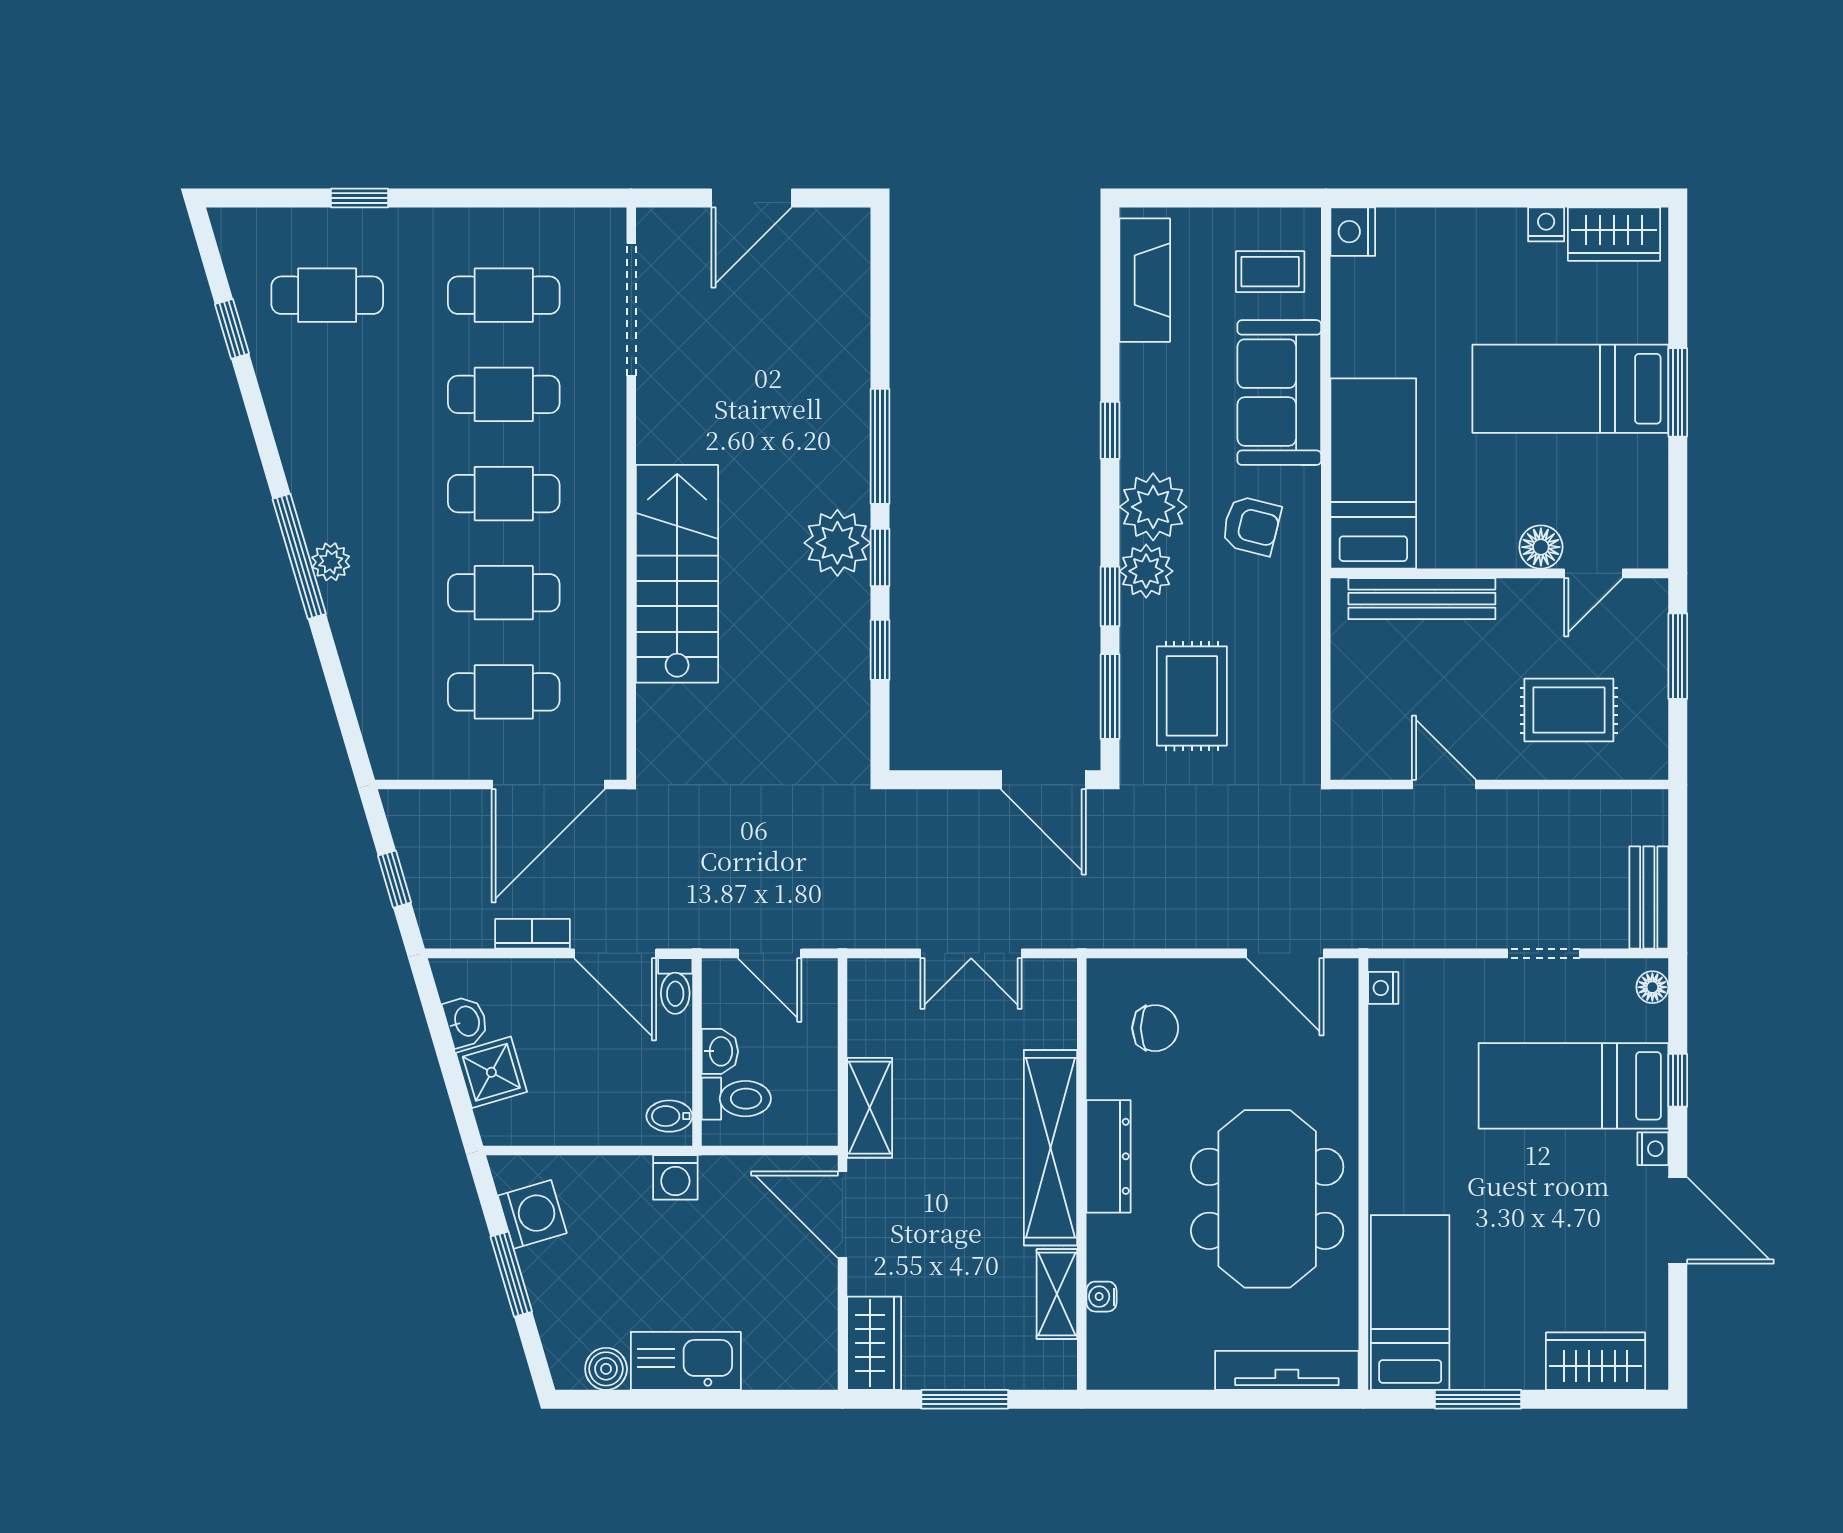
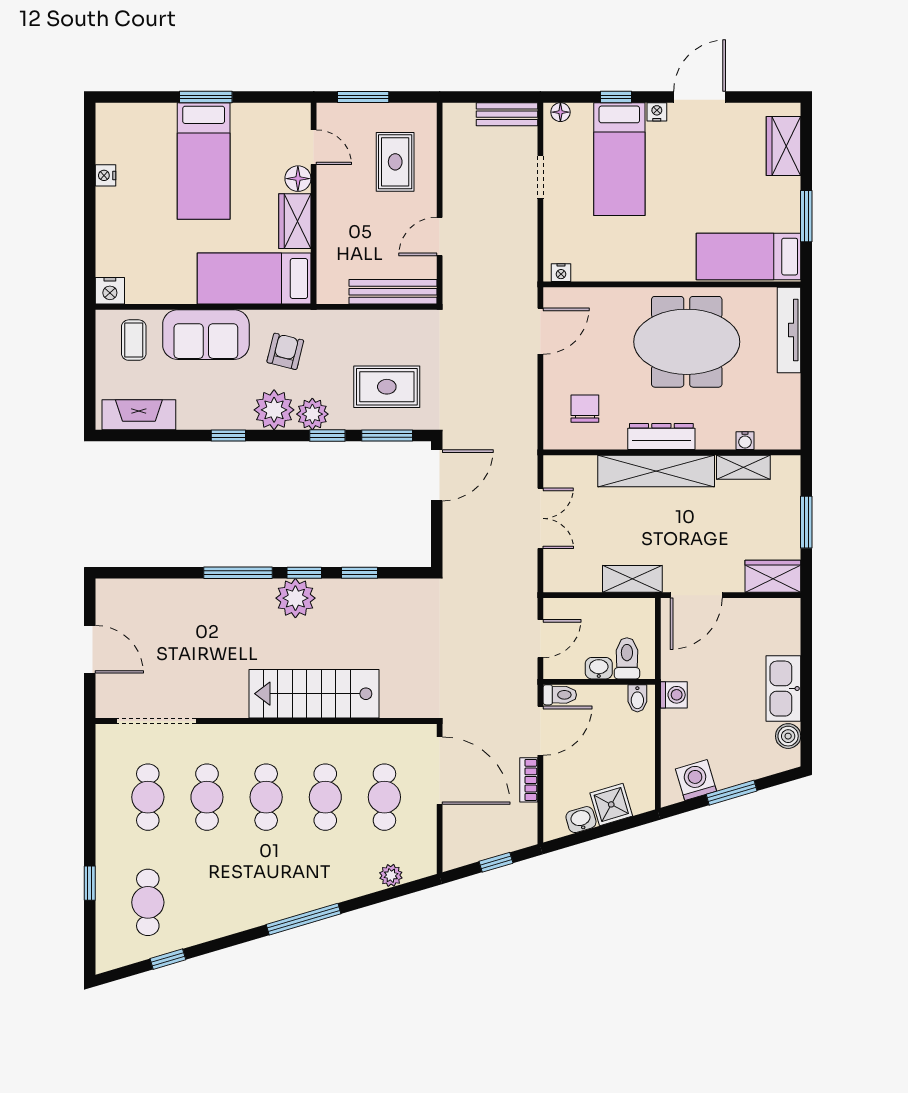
wardrobe: (1614, 234) -> (295, 221), moved, turned 180
plant: (331, 562) -> (391, 875), moved
bench: (1422, 599) -> (393, 292), moved, turned 90

